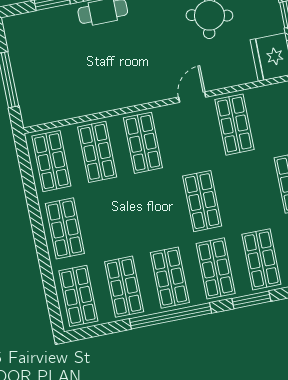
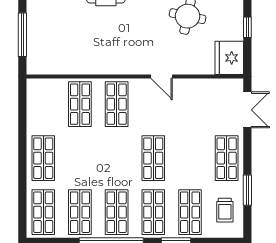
door: (192, 97) -> (162, 77), swing flipped
shop shelf: (234, 125) -> (190, 104), removed
shop shelf: (51, 161) -> (43, 104), removed

